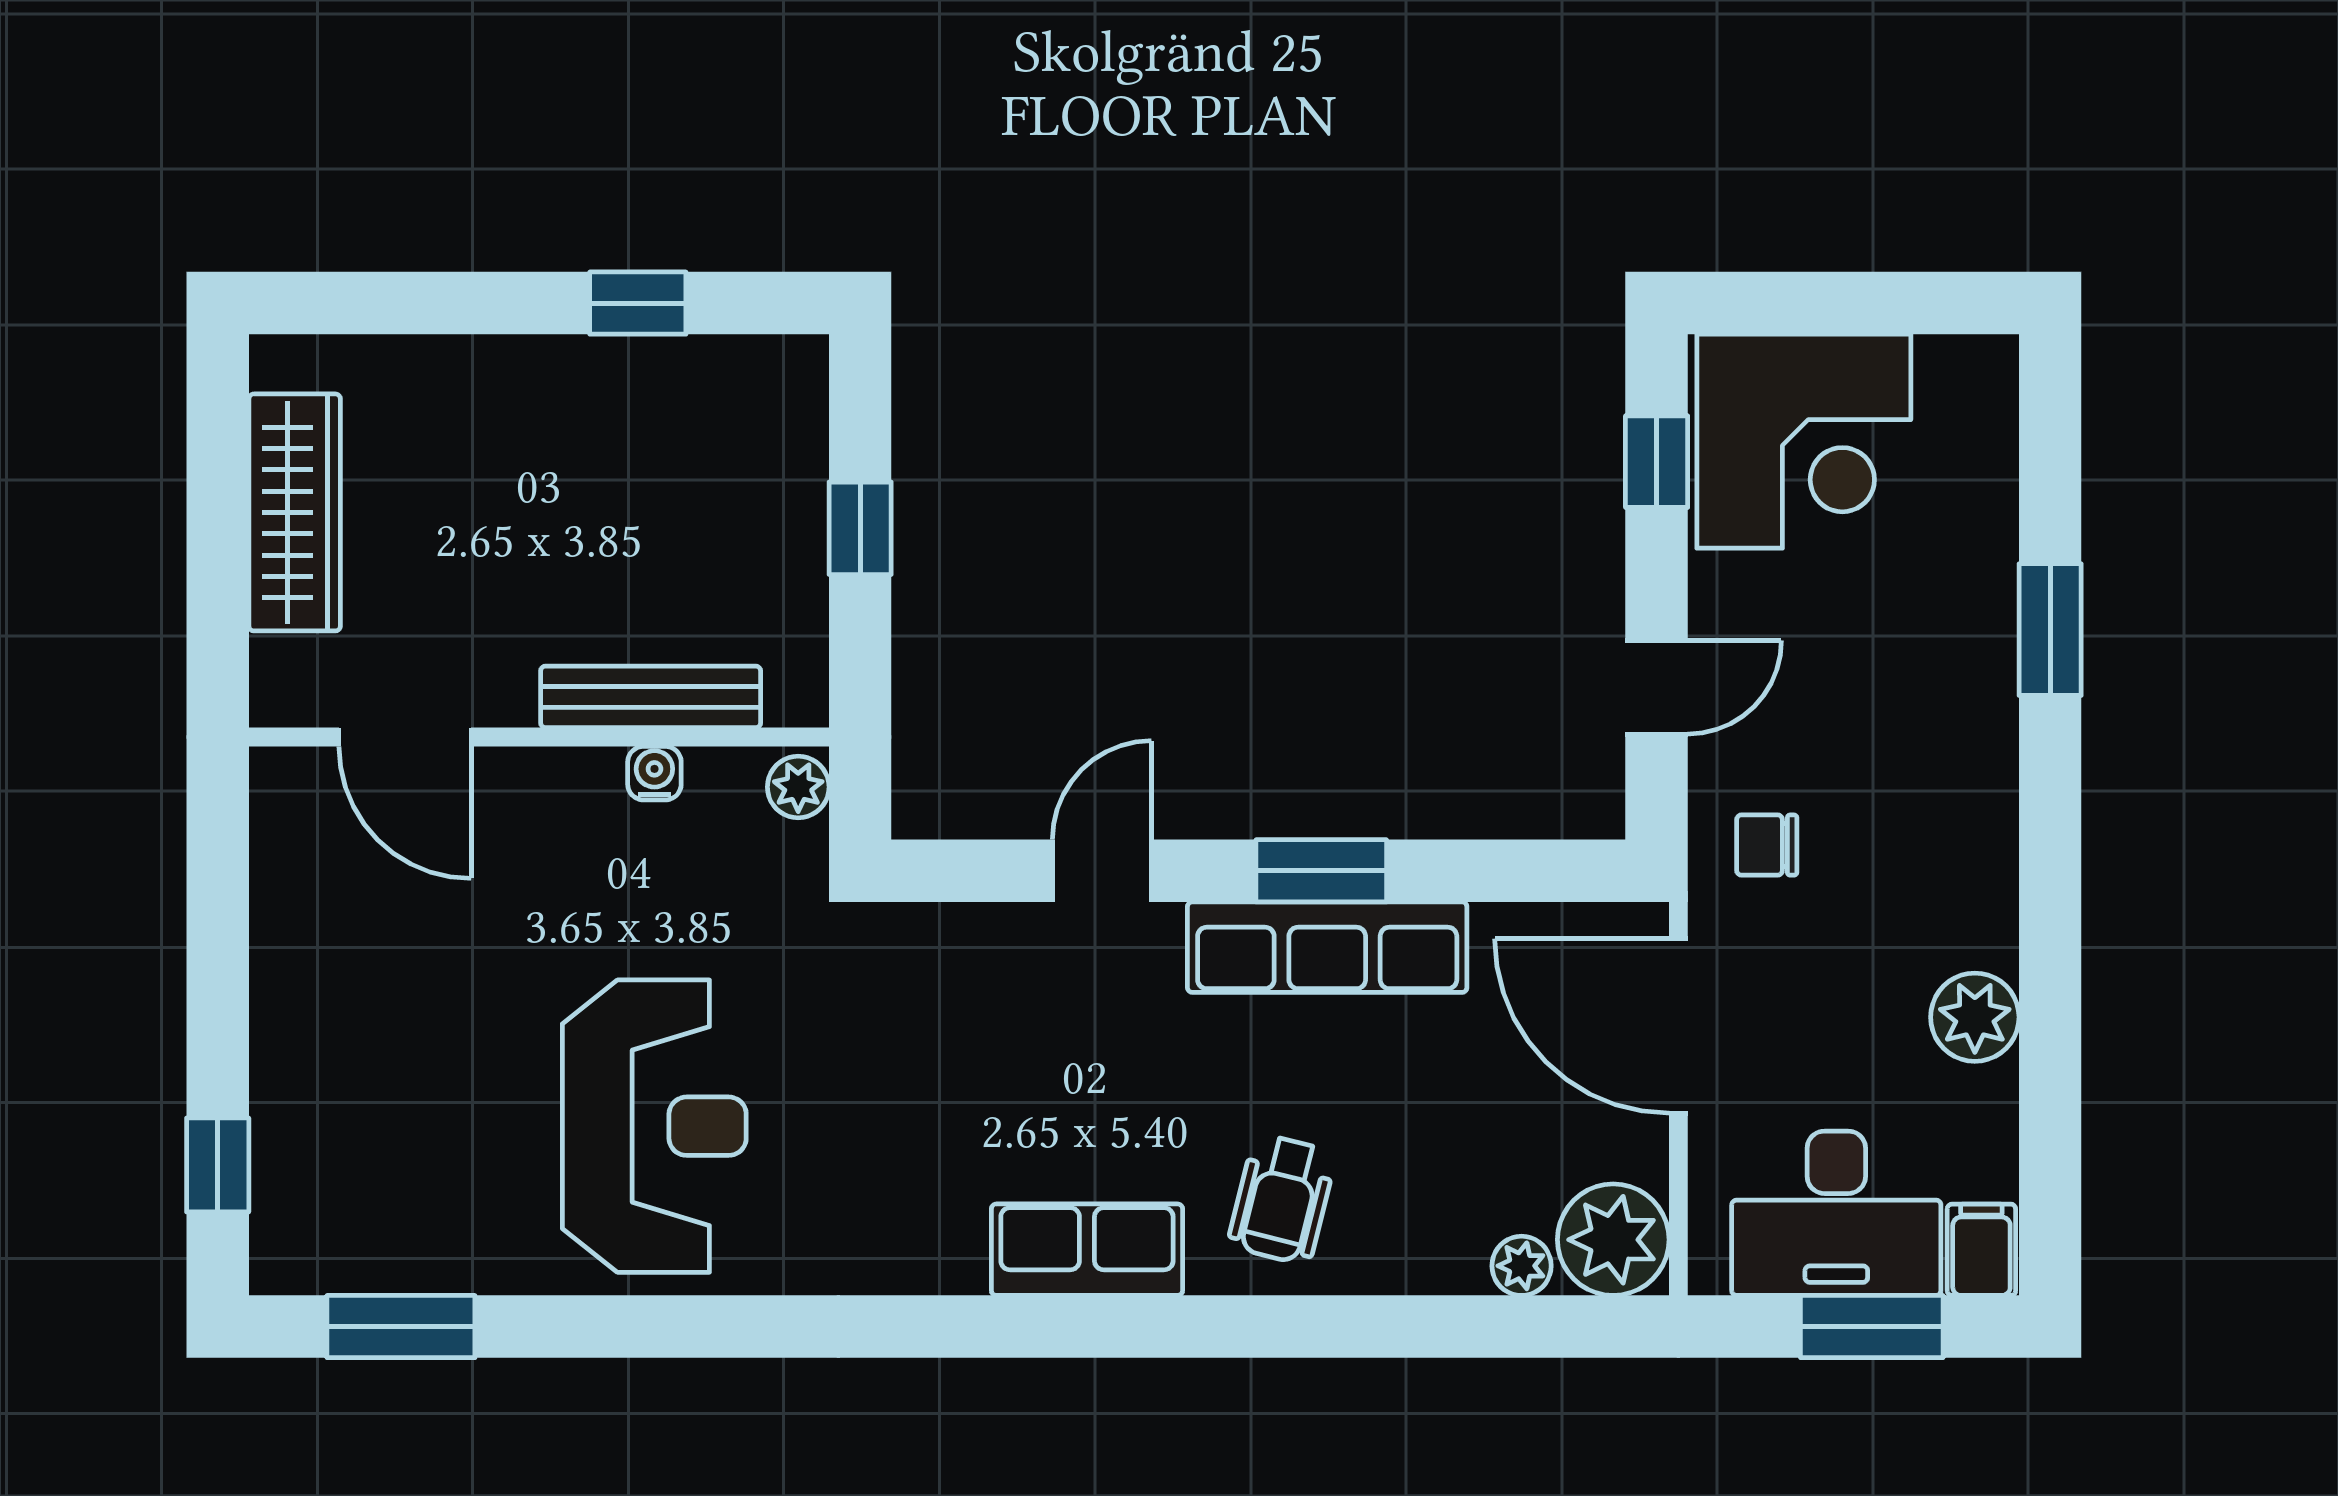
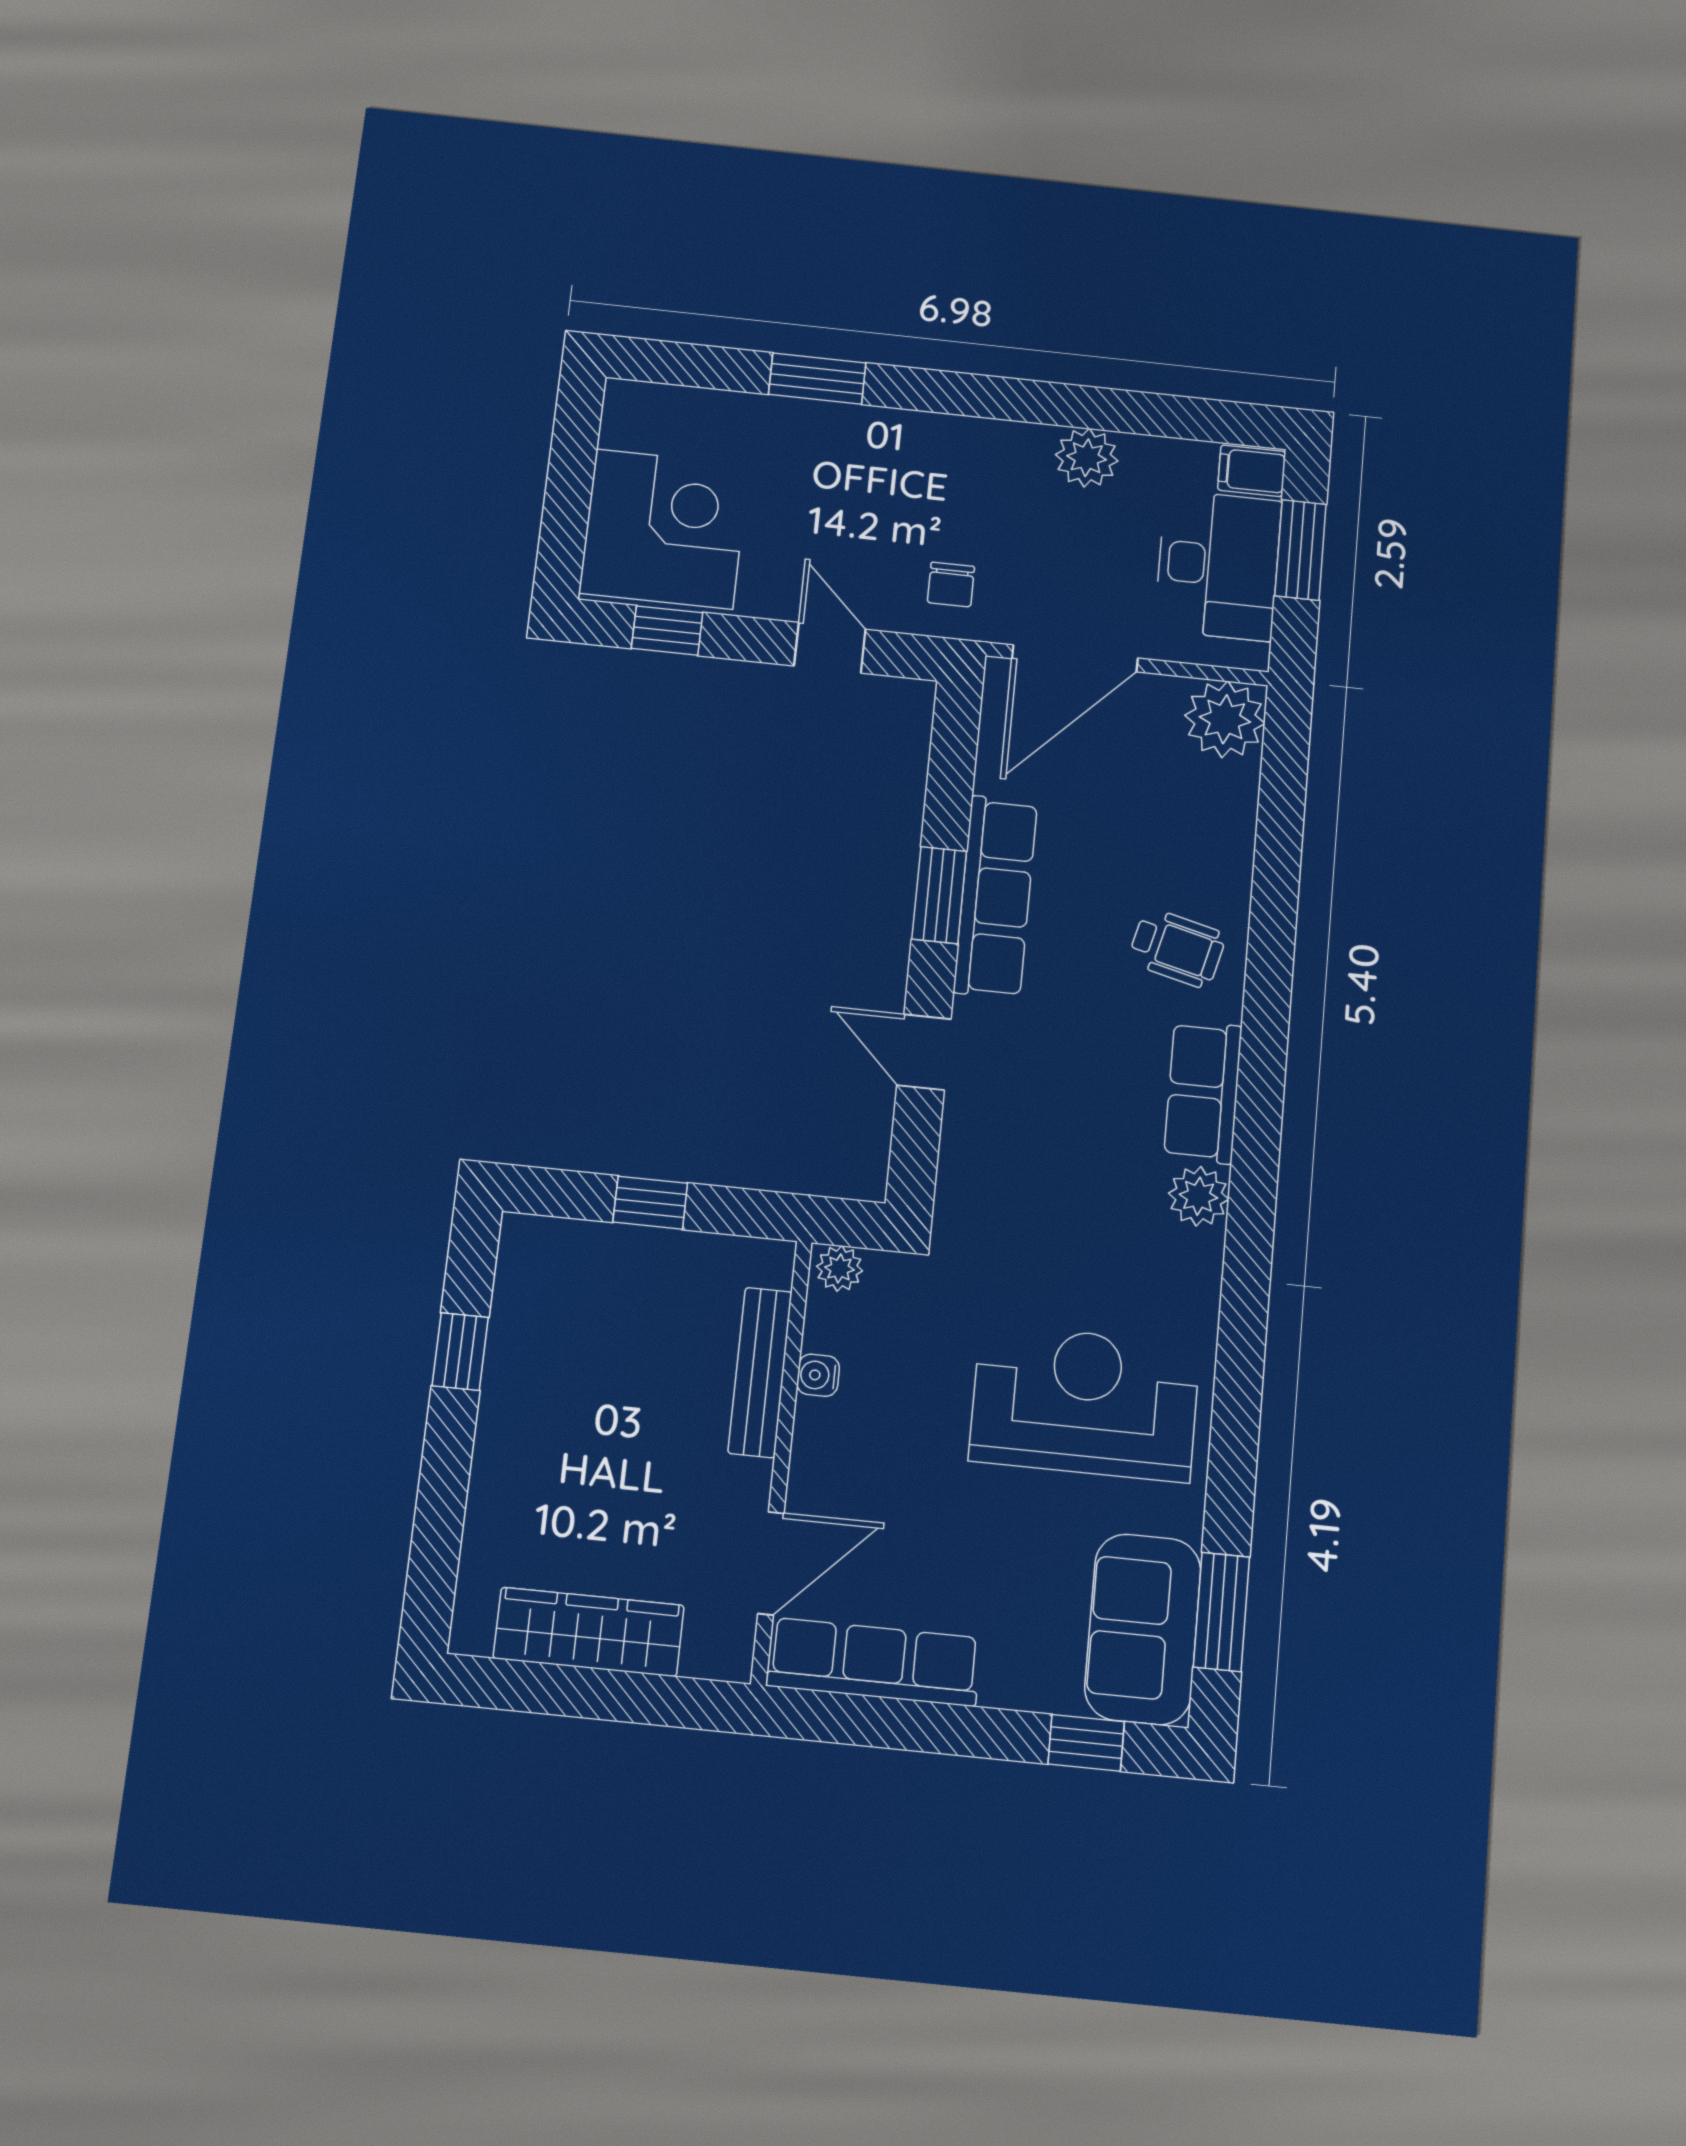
row of seats: (293, 882) -> (874, 1662), added
sofa: (369, 1226) -> (1143, 1629), added
plant: (1522, 1266) -> (1199, 1196), moved, width x1.38, depth x1.38

